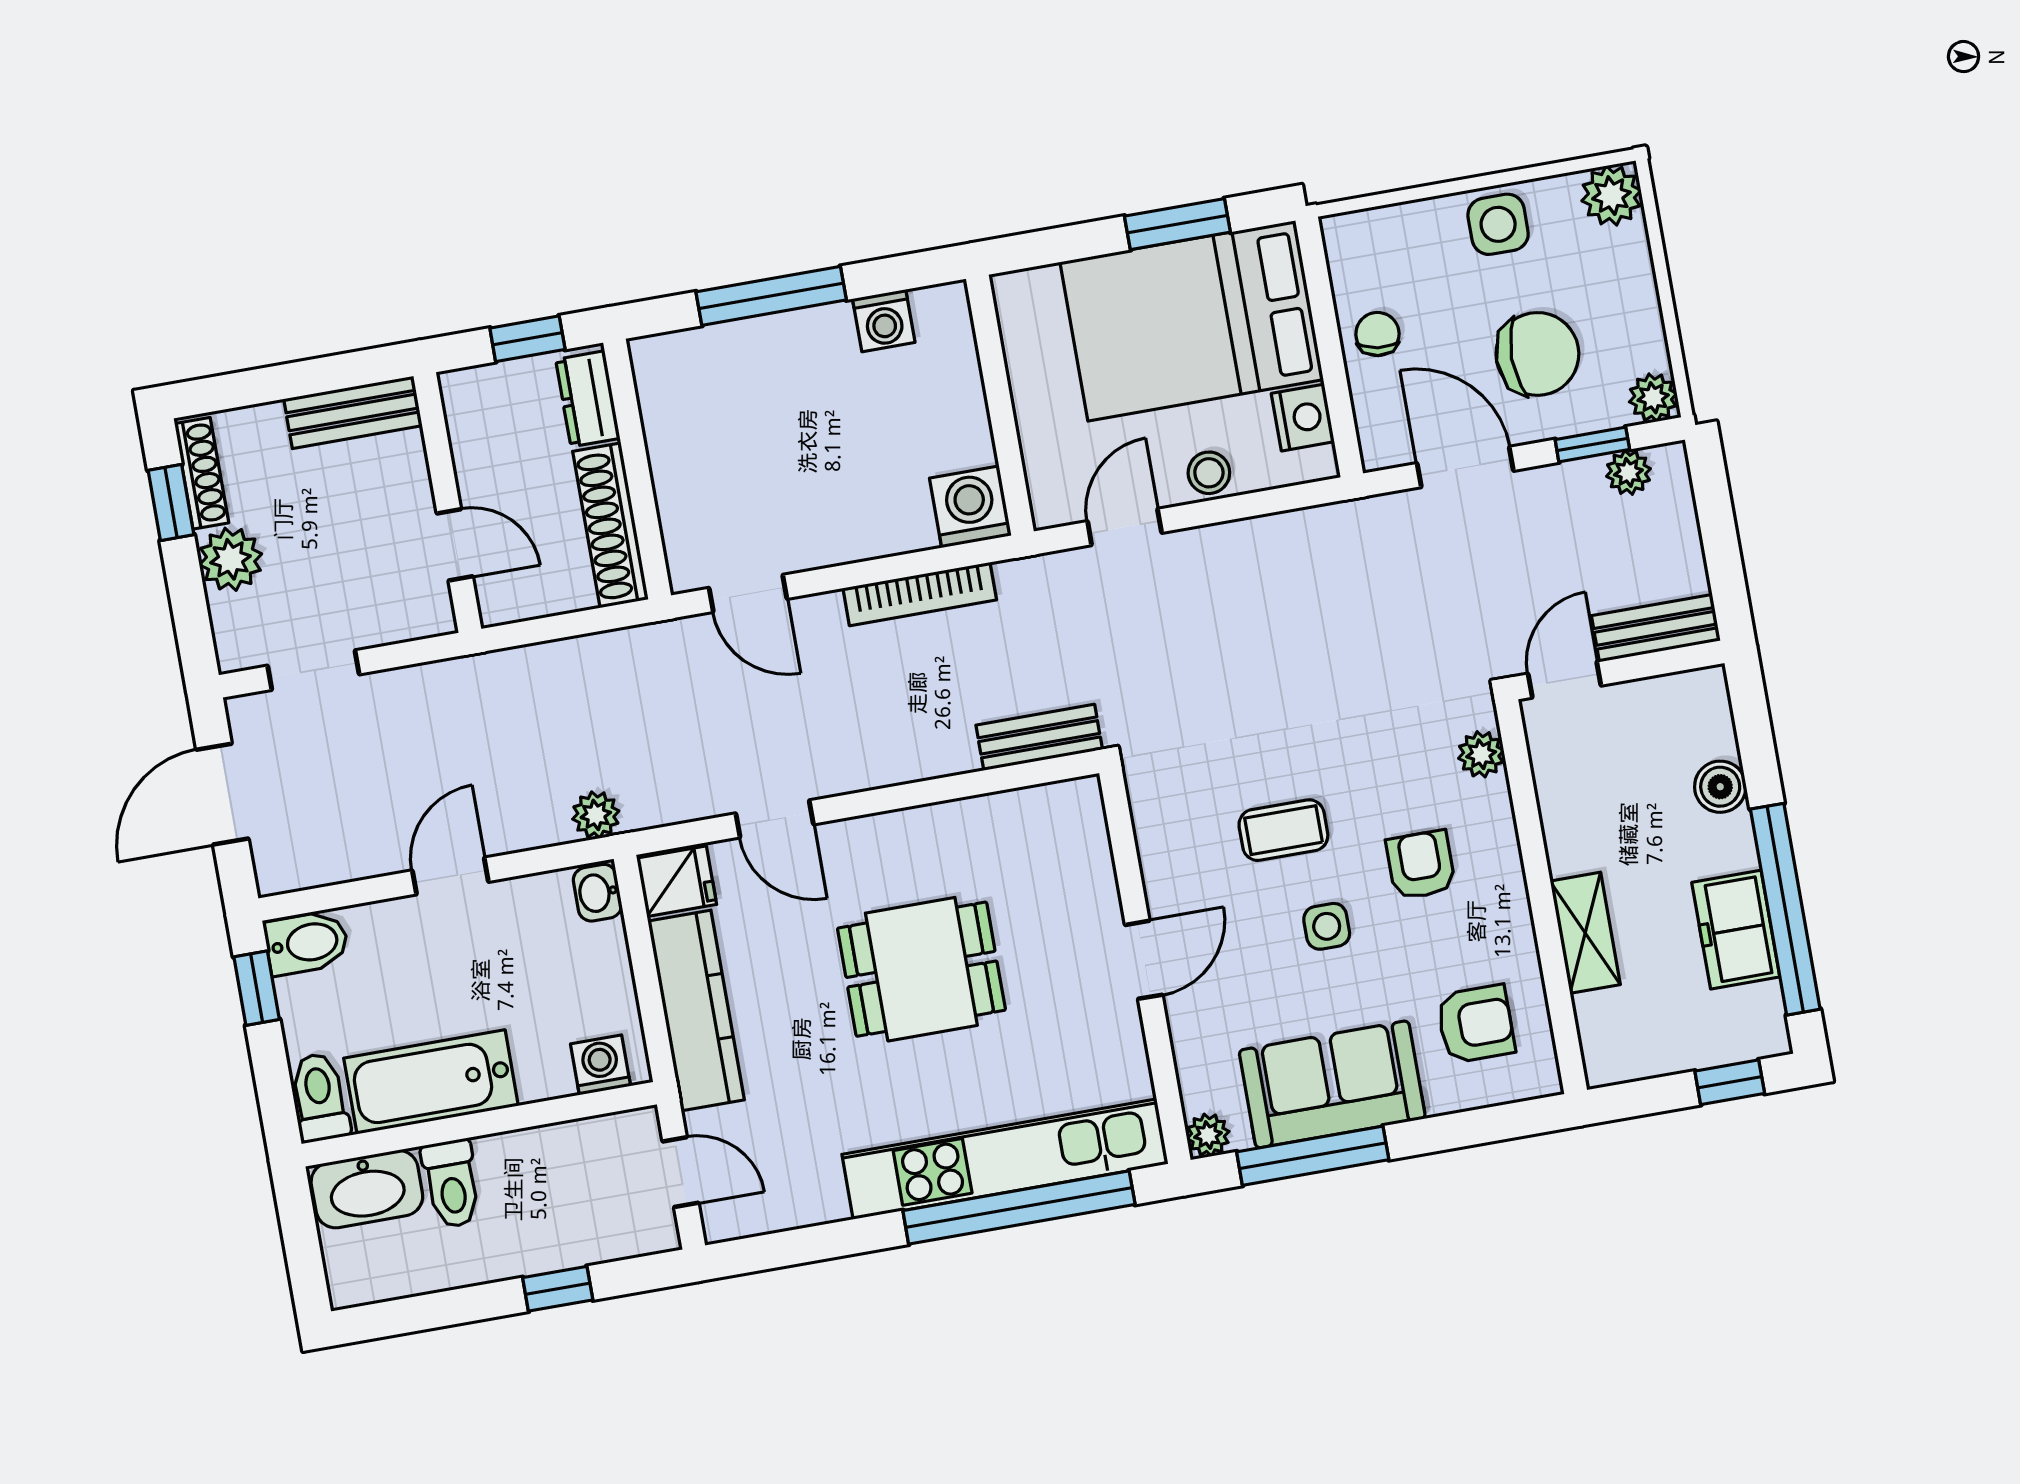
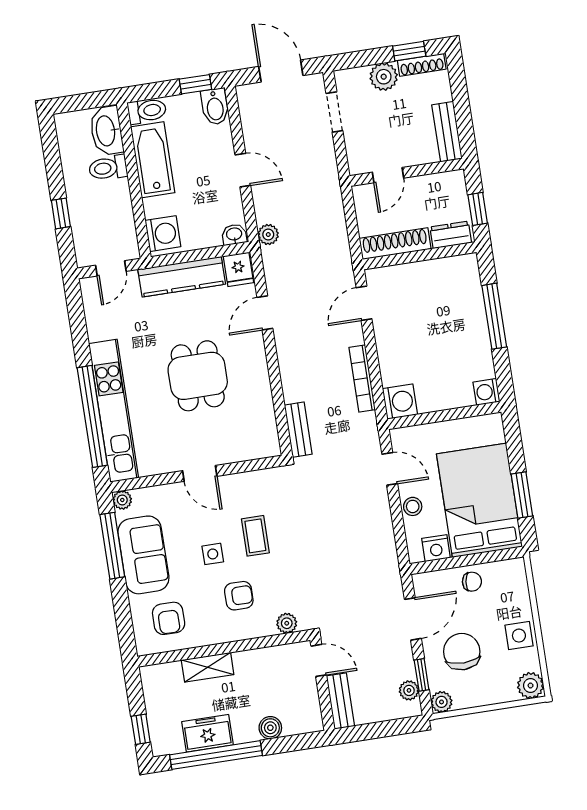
washing machine: (884, 321) -> (486, 392), moved
chair: (1537, 354) -> (462, 652), turned 180
washing machine: (601, 1065) -> (163, 234), width x1.38, depth x1.38

